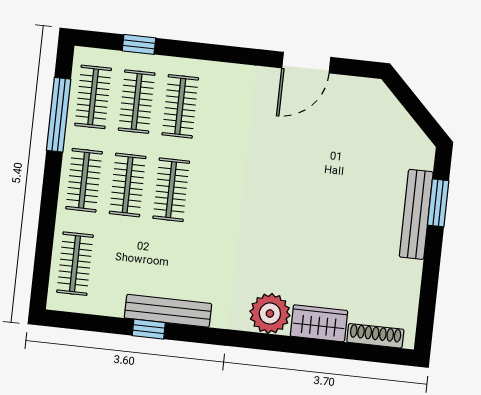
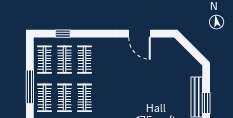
door: (306, 63) -> (139, 34), hinge flipped
window: (59, 115) -> (30, 87), moved
window: (438, 203) -> (206, 103), moved

